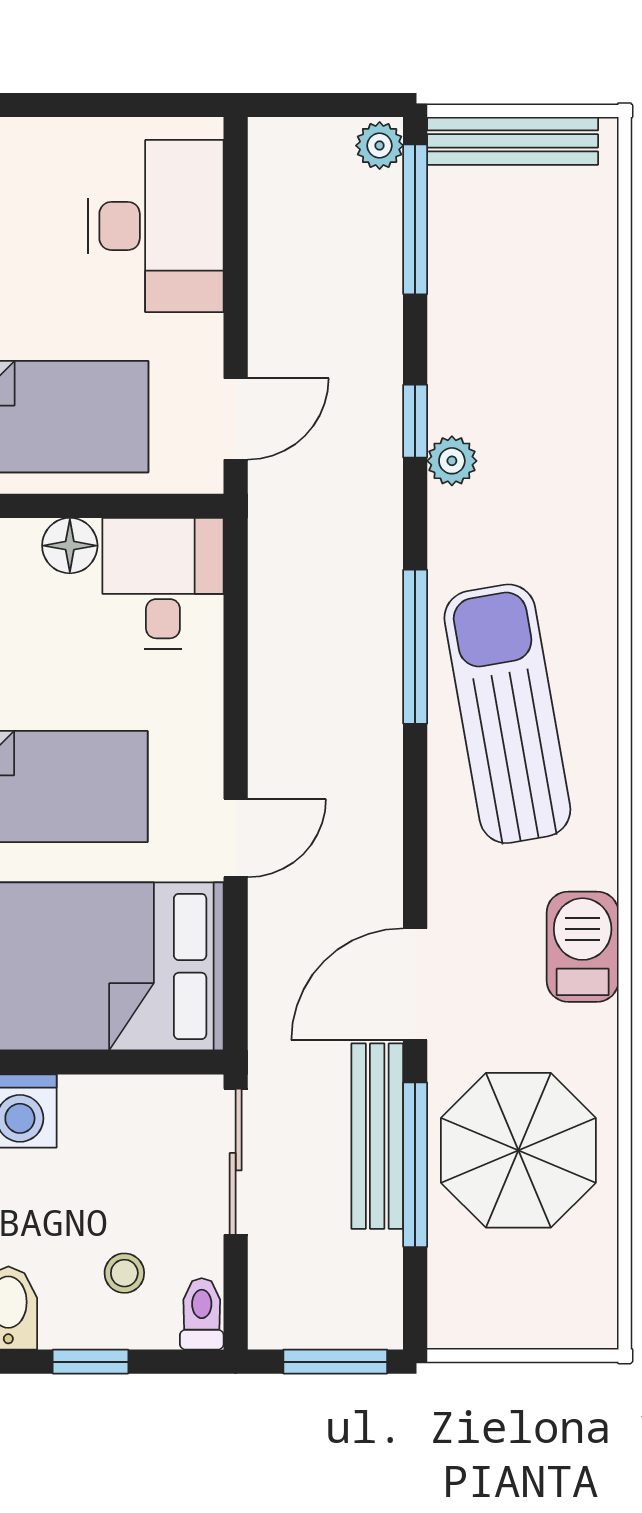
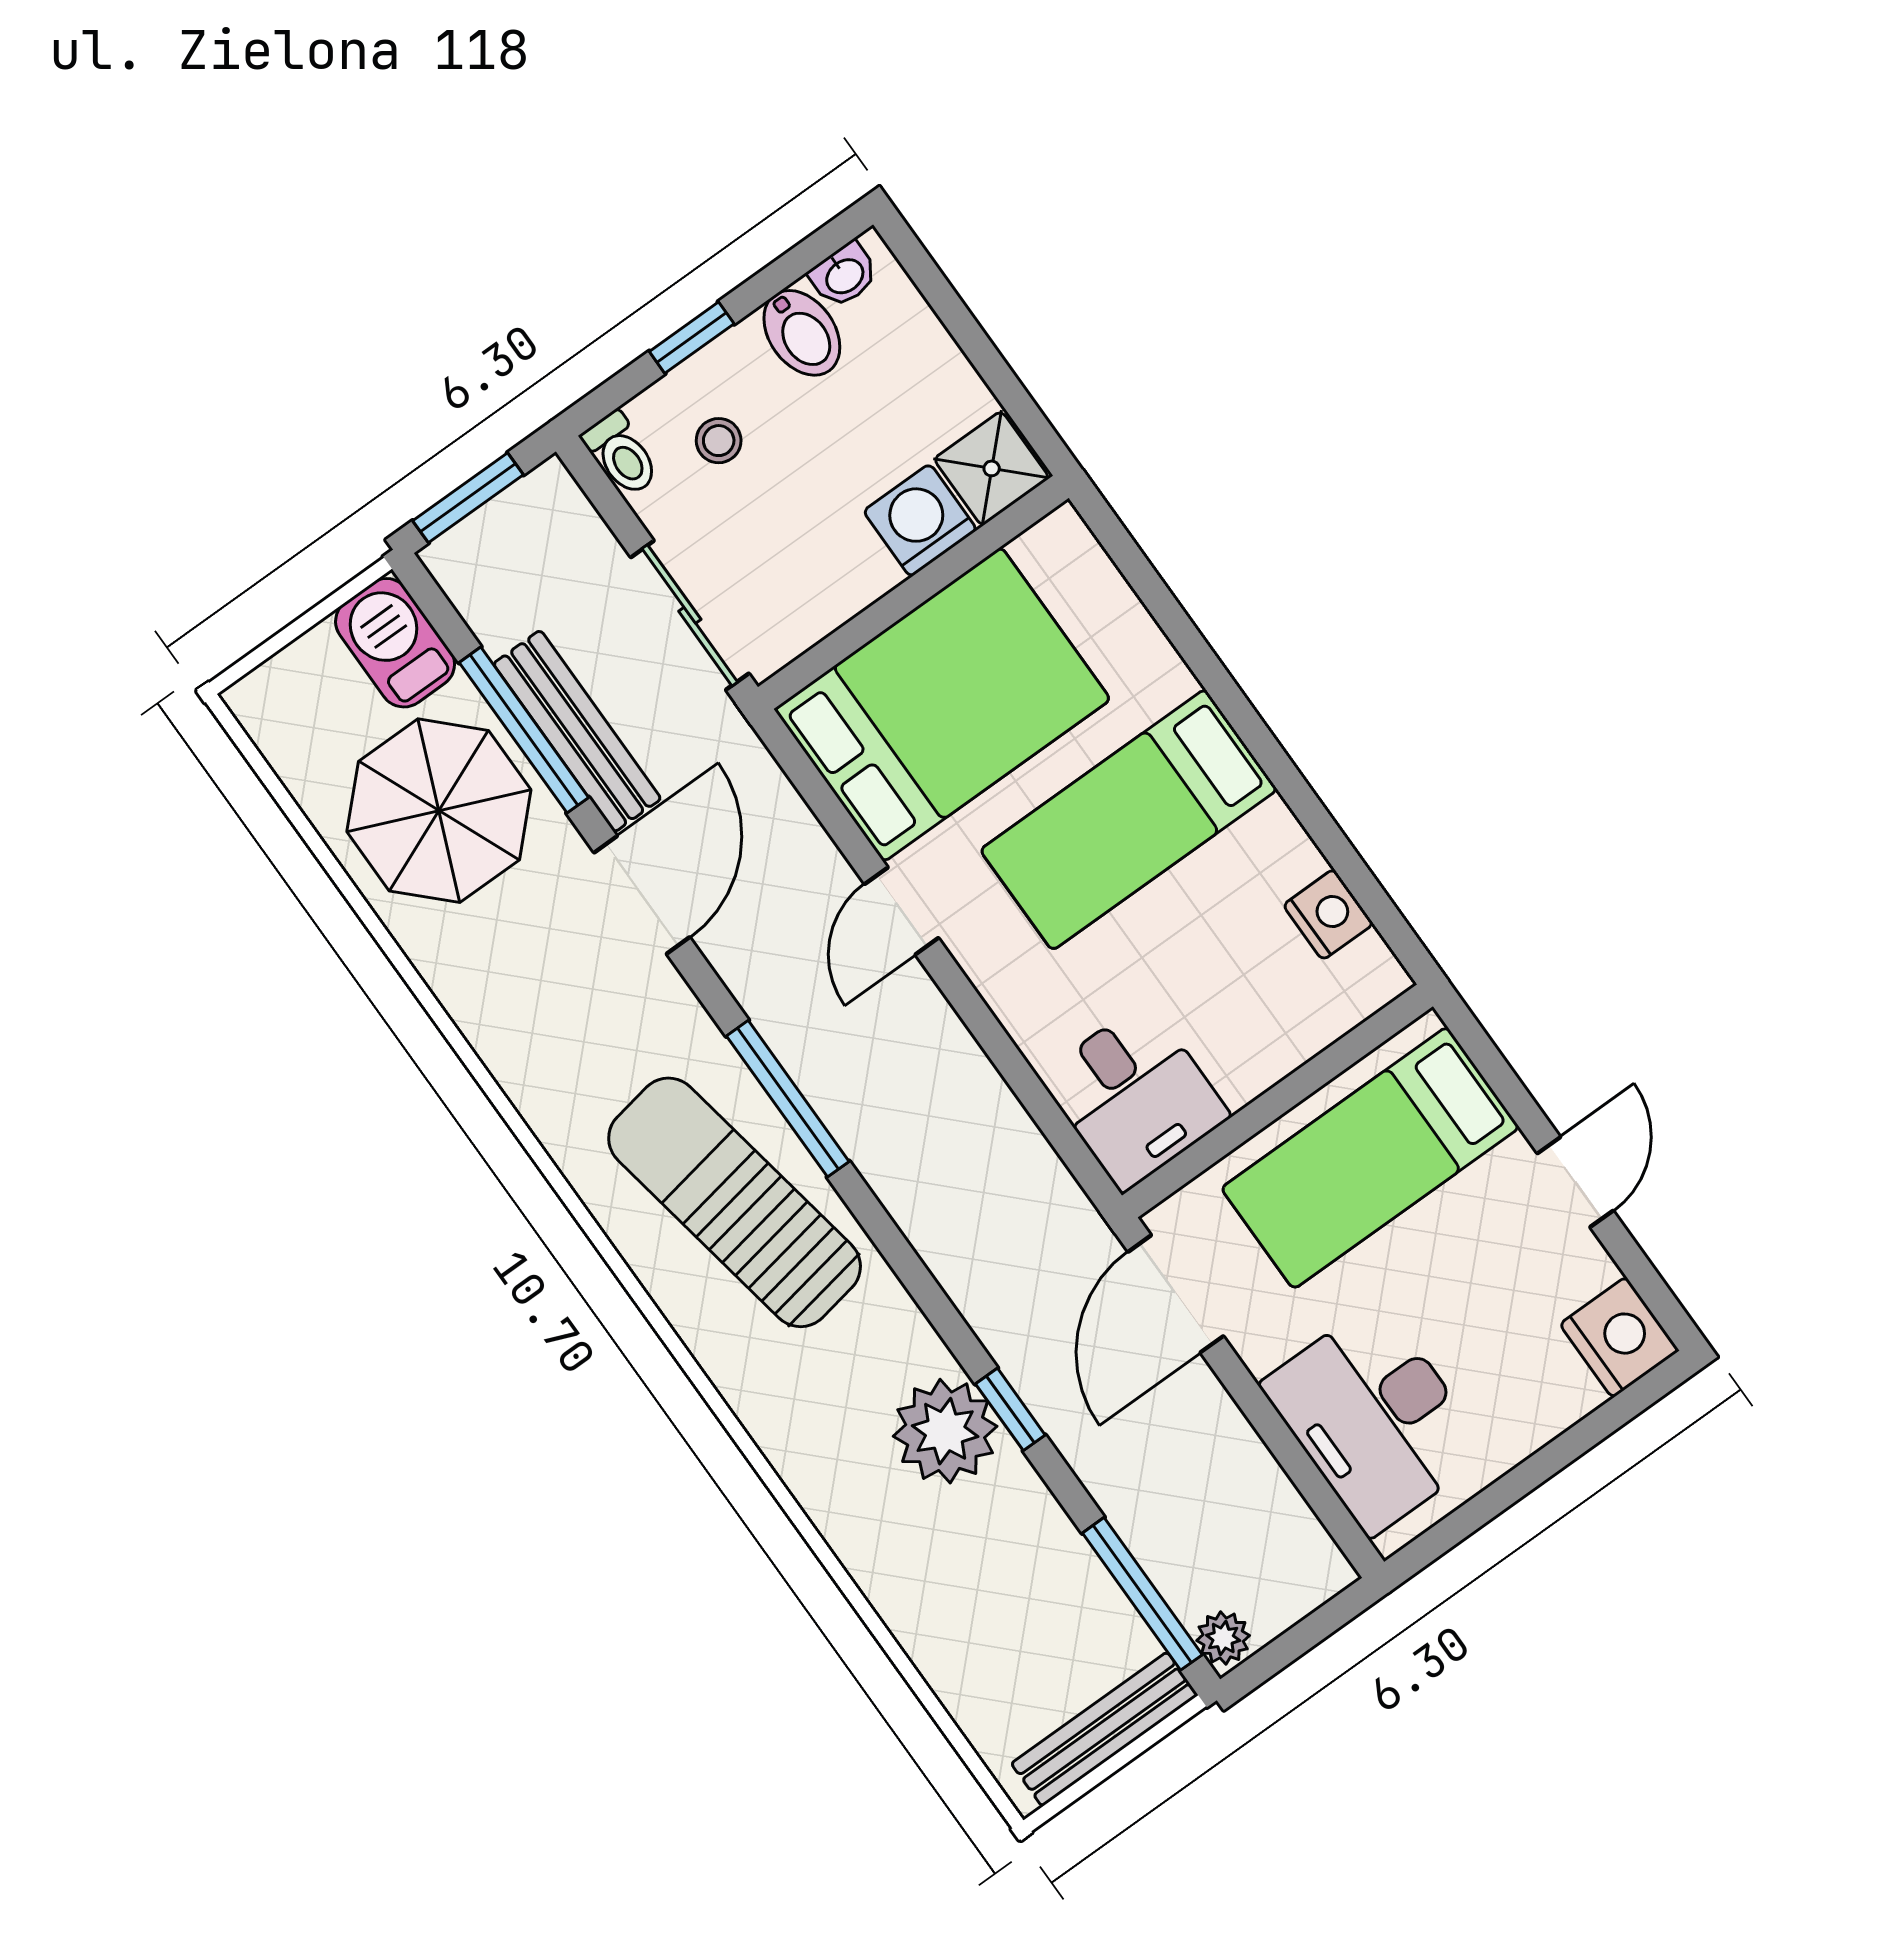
door: (236, 419) -> (1176, 1294), width x1.38
plant: (452, 461) -> (945, 1431), width x1.88, depth x1.88
floor lamp: (70, 546) -> (1244, 1070), removed
window: (415, 647) -> (788, 1099), moved
sun lounger: (507, 714) -> (735, 1202), turned 180
barbecue: (583, 947) -> (395, 643), moved, turned 180

